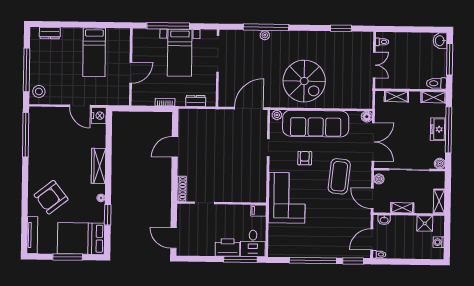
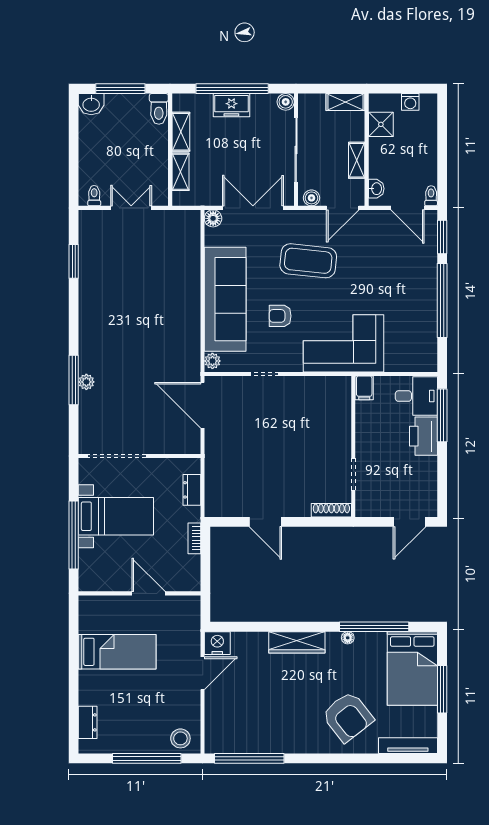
window: (266, 27) -> (74, 380), width x0.68
spiral stairs: (304, 81) -> (158, 318), removed
shelving: (434, 97) -> (181, 132), moved
window: (108, 215) -> (374, 627), width x2.11

